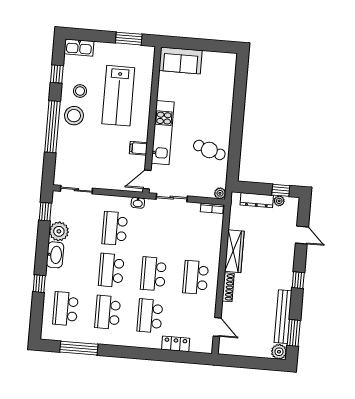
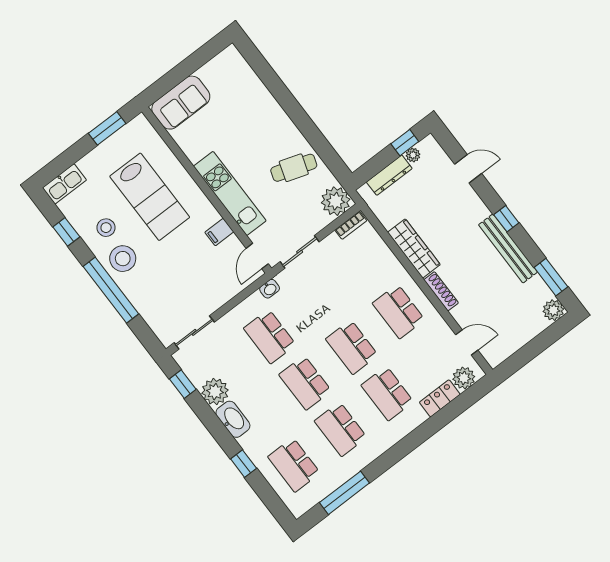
plant: (220, 193) -> (336, 201), width x1.87, depth x1.87
bench: (283, 317) -> (508, 248), moved
plant: (198, 345) -> (464, 378), added

